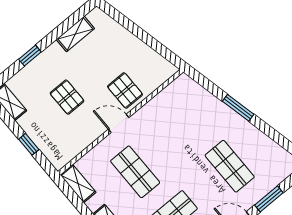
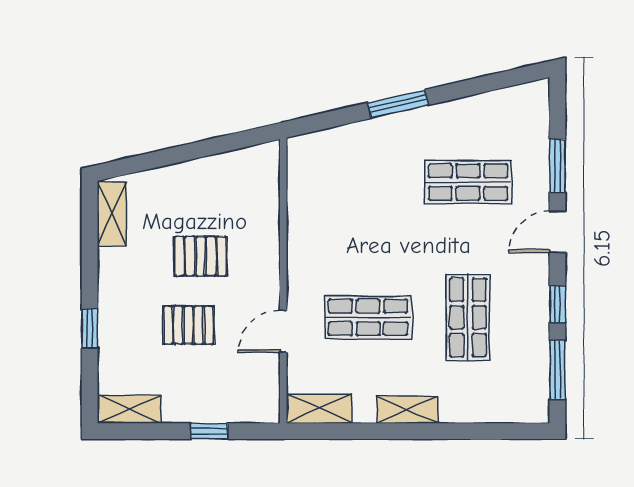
shelving: (75, 34) -> (112, 214), moved
pallet: (125, 90) -> (201, 256), moved
door: (119, 123) -> (283, 331), moved

